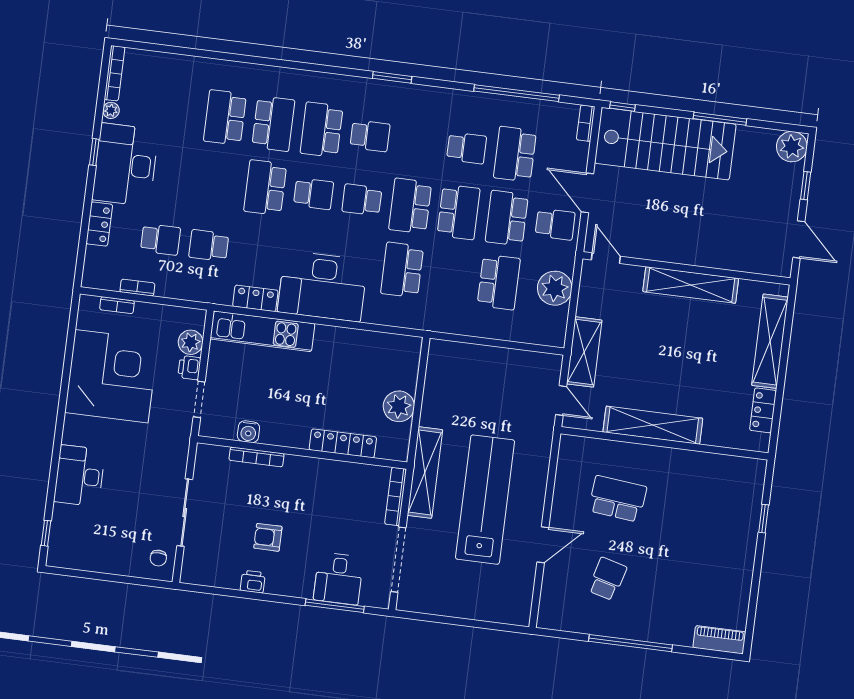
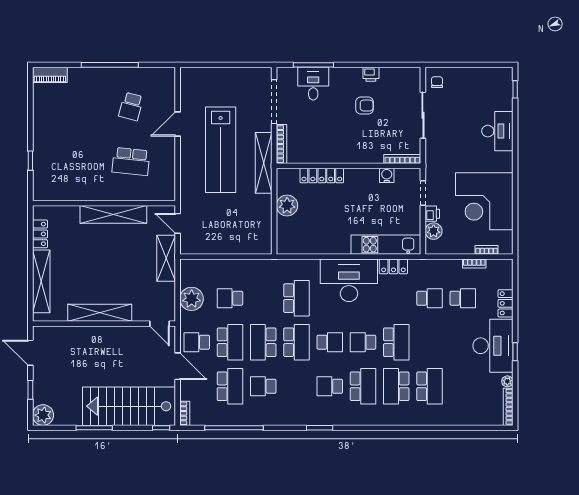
school desk: (160, 239) -> (463, 298), turned 180
school desk: (499, 282) -> (230, 298), width x0.54
bookcase: (257, 457) -> (402, 159), moved

